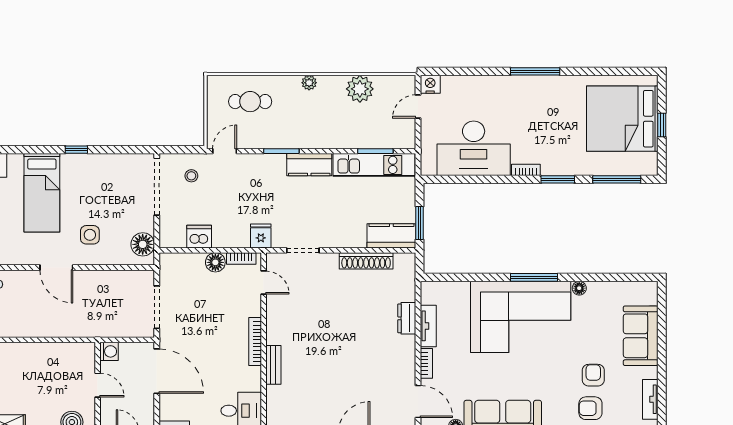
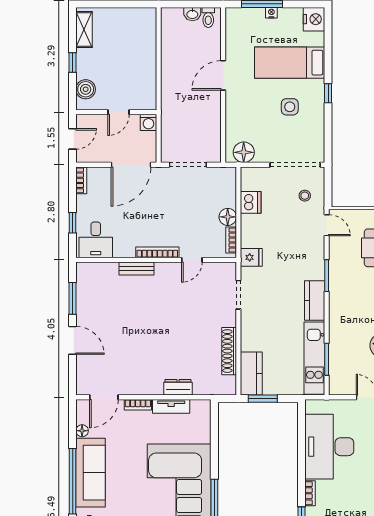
side table: (90, 235) -> (290, 107), moved
door: (264, 283) -> (192, 260), moved

